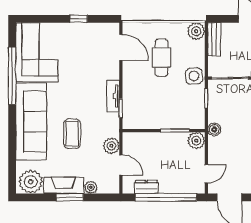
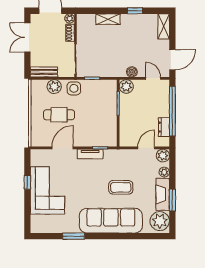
plant: (196, 31) -> (54, 87), moved
door: (121, 47) -> (63, 148), moved
corner sofa: (37, 52) -> (47, 190), moved, turned 90
window: (12, 76) -> (74, 236), width x0.47
boiler: (214, 129) -> (132, 72), moved
plant: (111, 146) -> (163, 156), moved
window: (70, 197) -> (172, 200), moved

